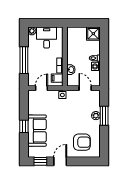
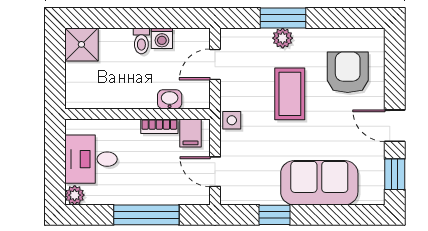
coffee table: (73, 119) -> (290, 94), added
window: (24, 126) -> (274, 215), moved

